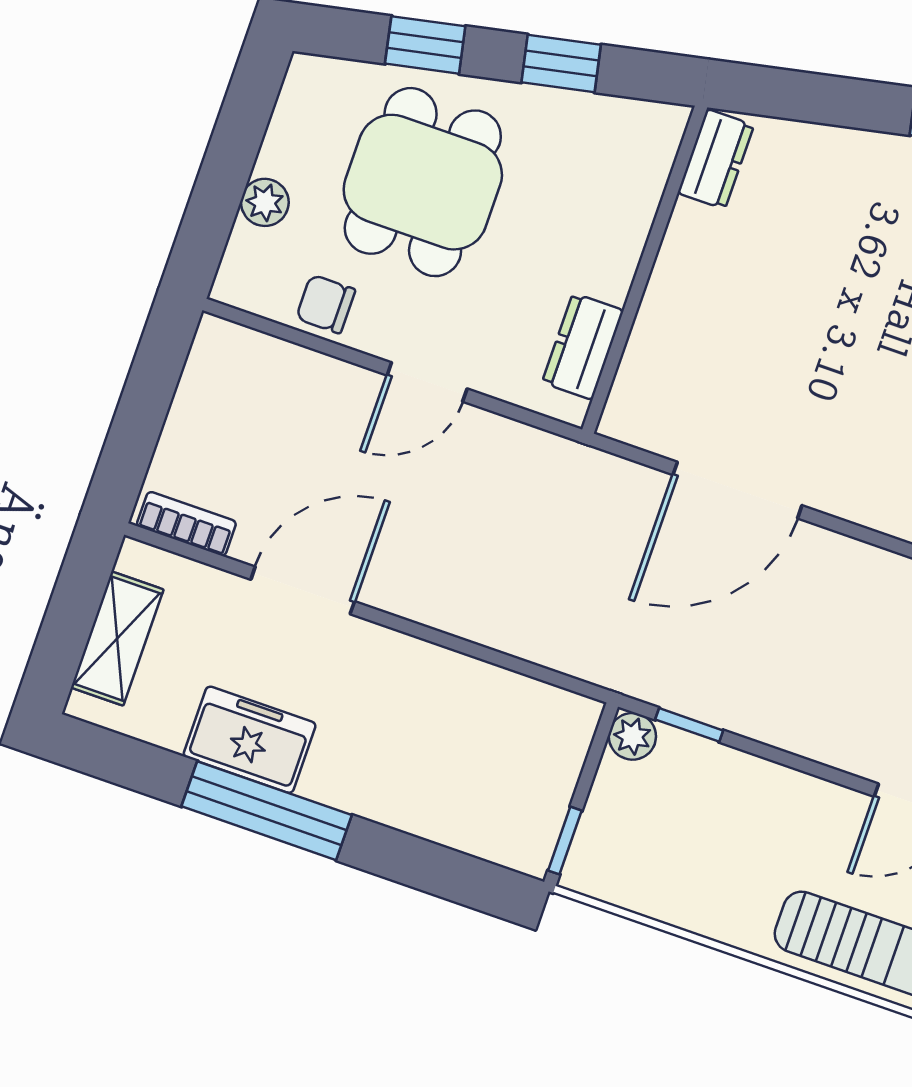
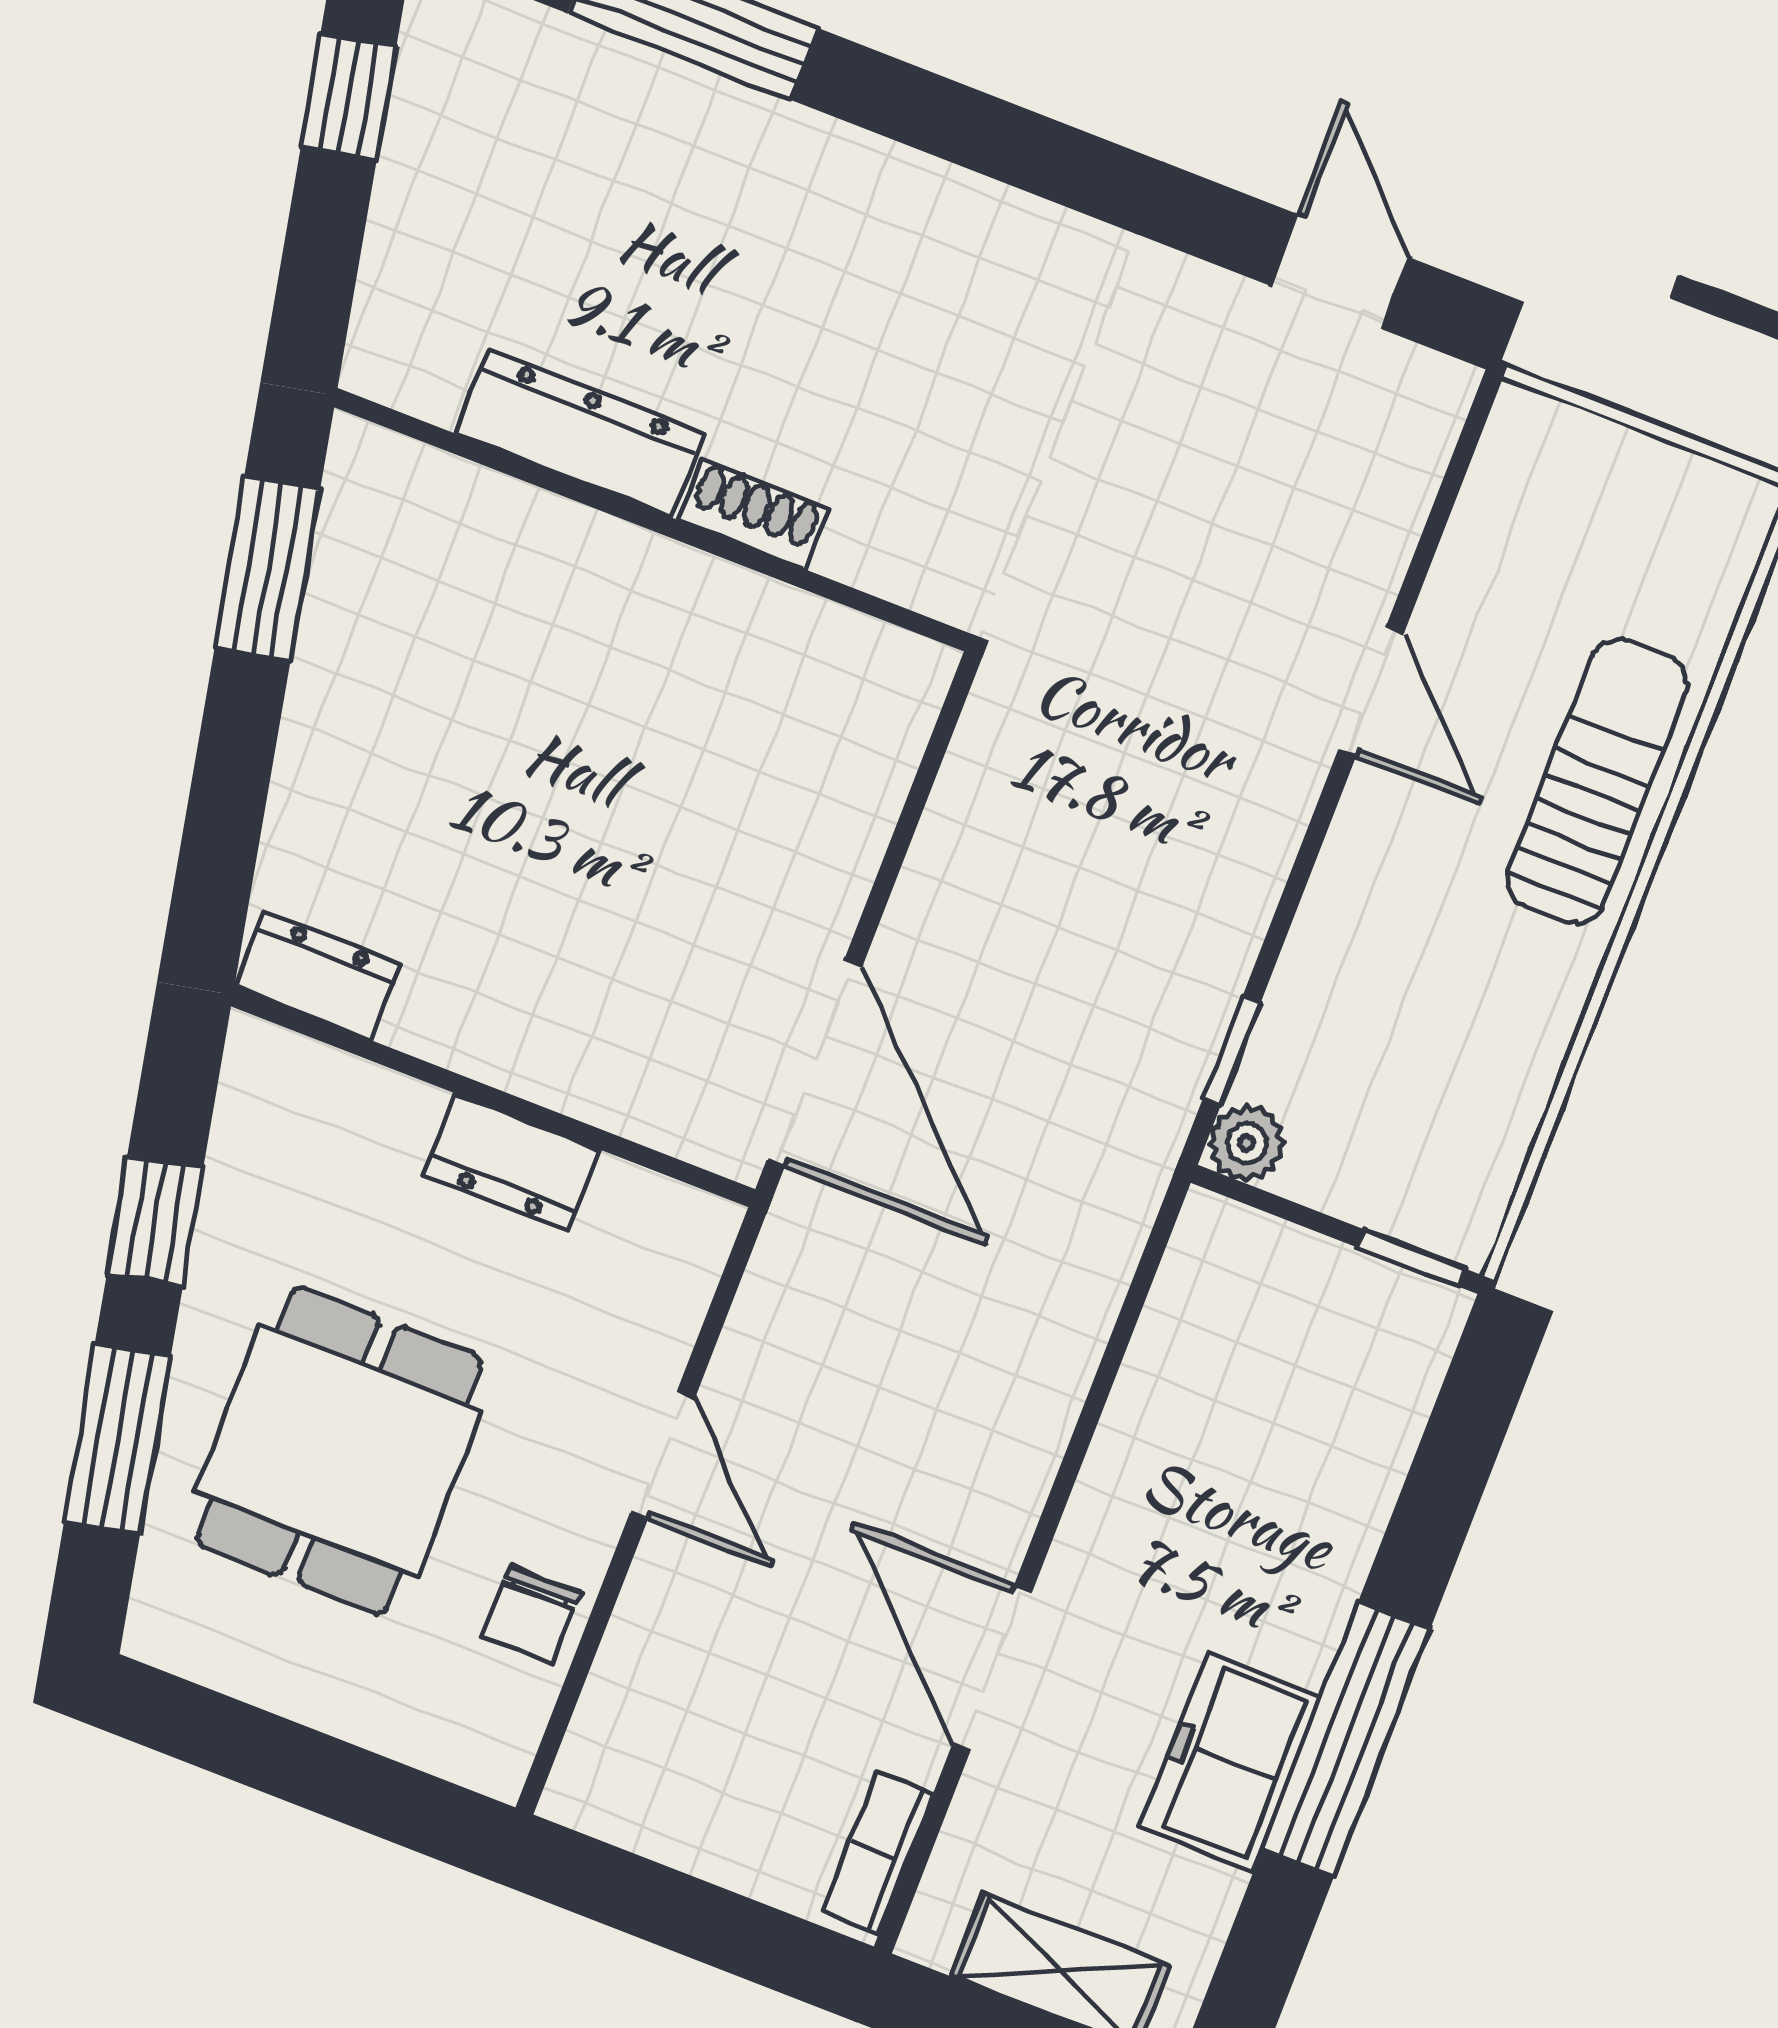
window: (425, 45) -> (117, 1439), width x1.50
dining table: (423, 182) -> (339, 1451), turned 90
plant: (265, 202) -> (363, 1707), removed
dresser: (583, 346) -> (512, 1162), moved
door: (737, 490) -> (814, 1063), moved

